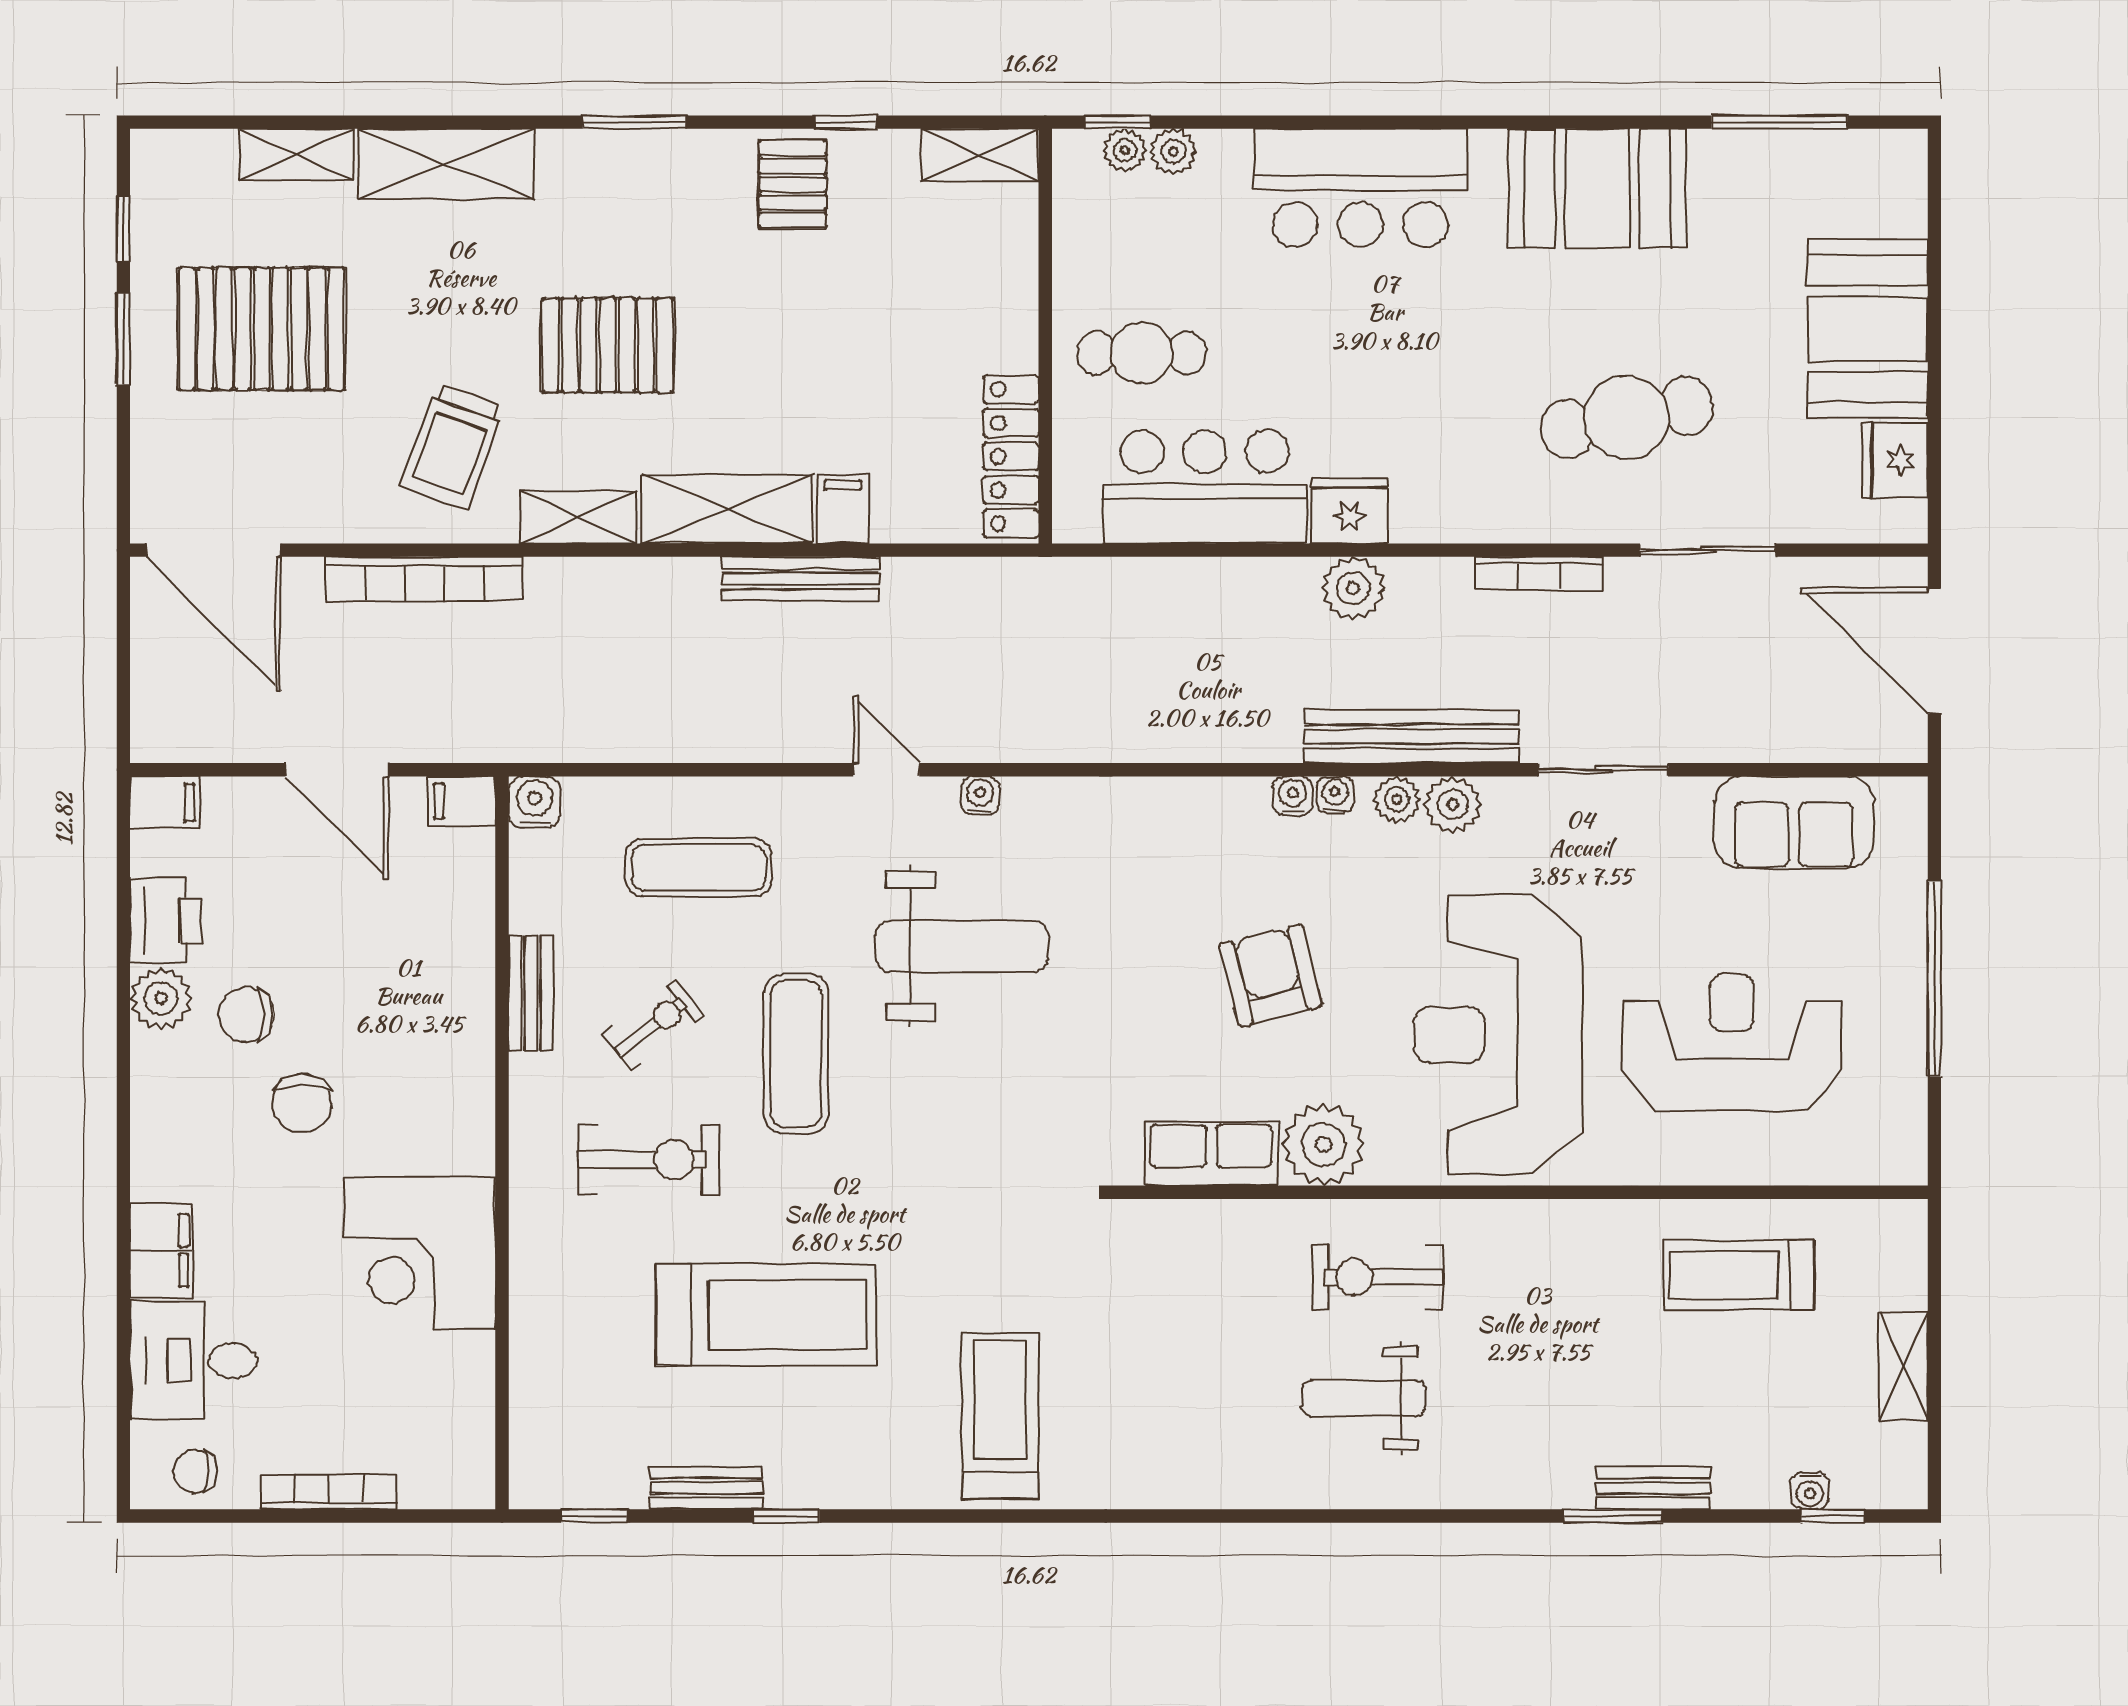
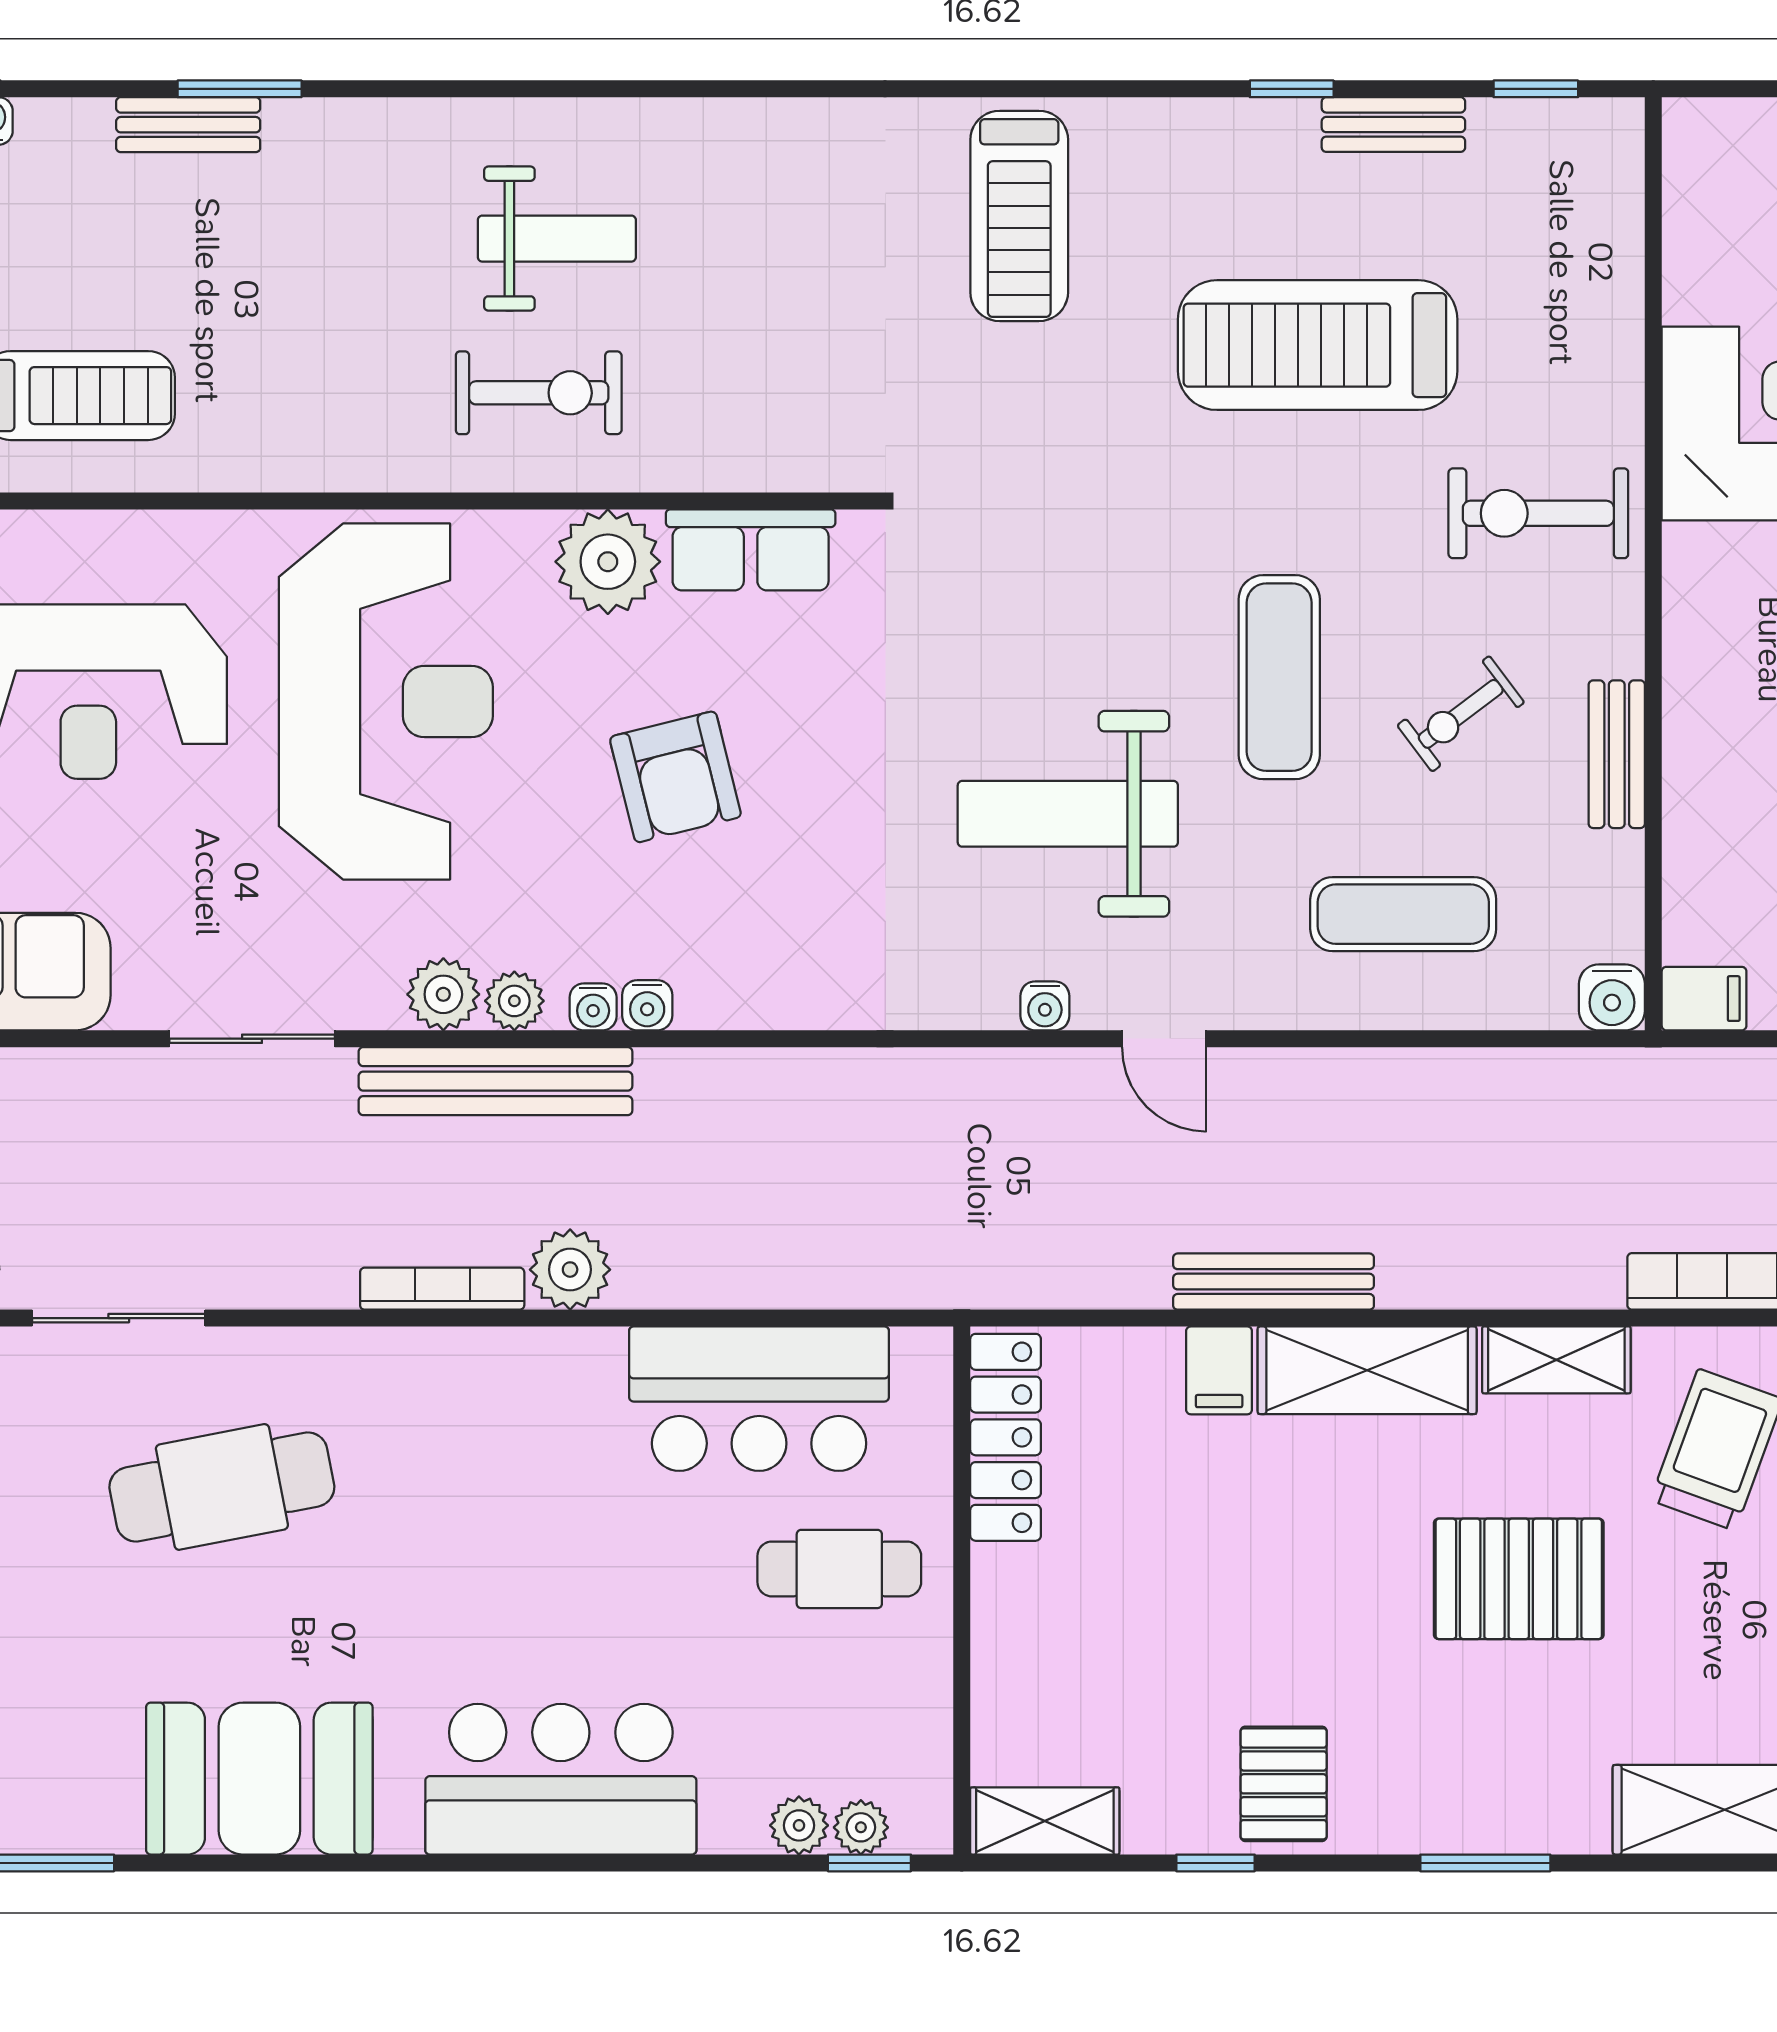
fridge: (1349, 511) -> (575, 1368), removed
bookcase: (1539, 573) -> (442, 1289), moved
exercise bike: (648, 1160) -> (1538, 513), moved

